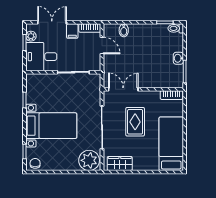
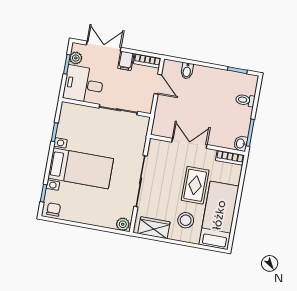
toilet: (176, 28) -> (245, 100), moved
washbasin: (178, 58) -> (241, 144), moved
double door: (123, 89) -> (189, 143), moved
rug: (135, 122) -> (195, 185), moved
stool: (145, 153) -> (186, 220), added
plant: (89, 160) -> (123, 224), width x0.53, depth x0.53

